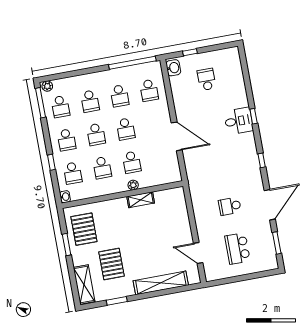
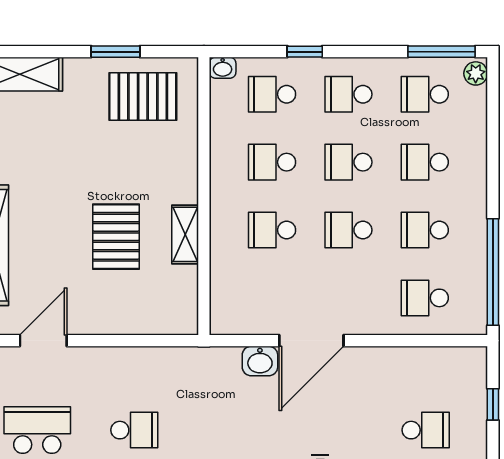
washbasin: (173, 68) -> (260, 361), moved
plant: (133, 185) -> (221, 224), removed
school desk: (230, 206) -> (134, 430), turned 90
pallet: (112, 264) -> (116, 237), moved, turned 90

